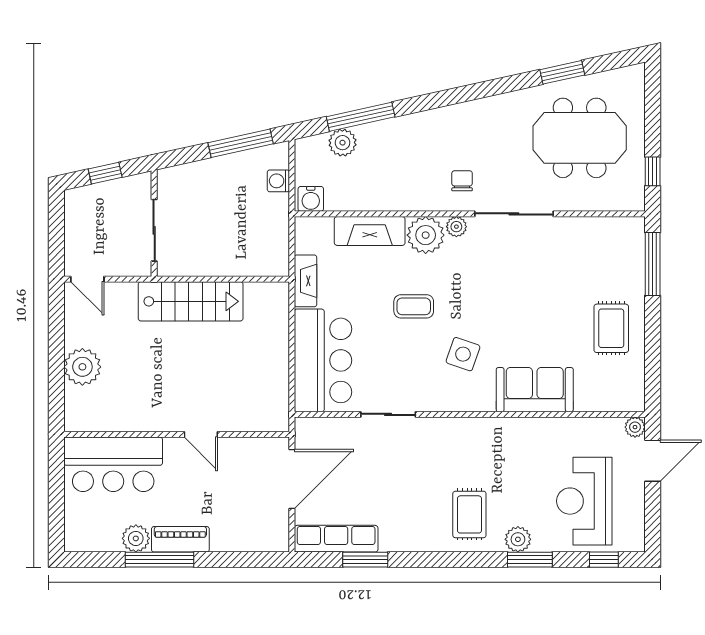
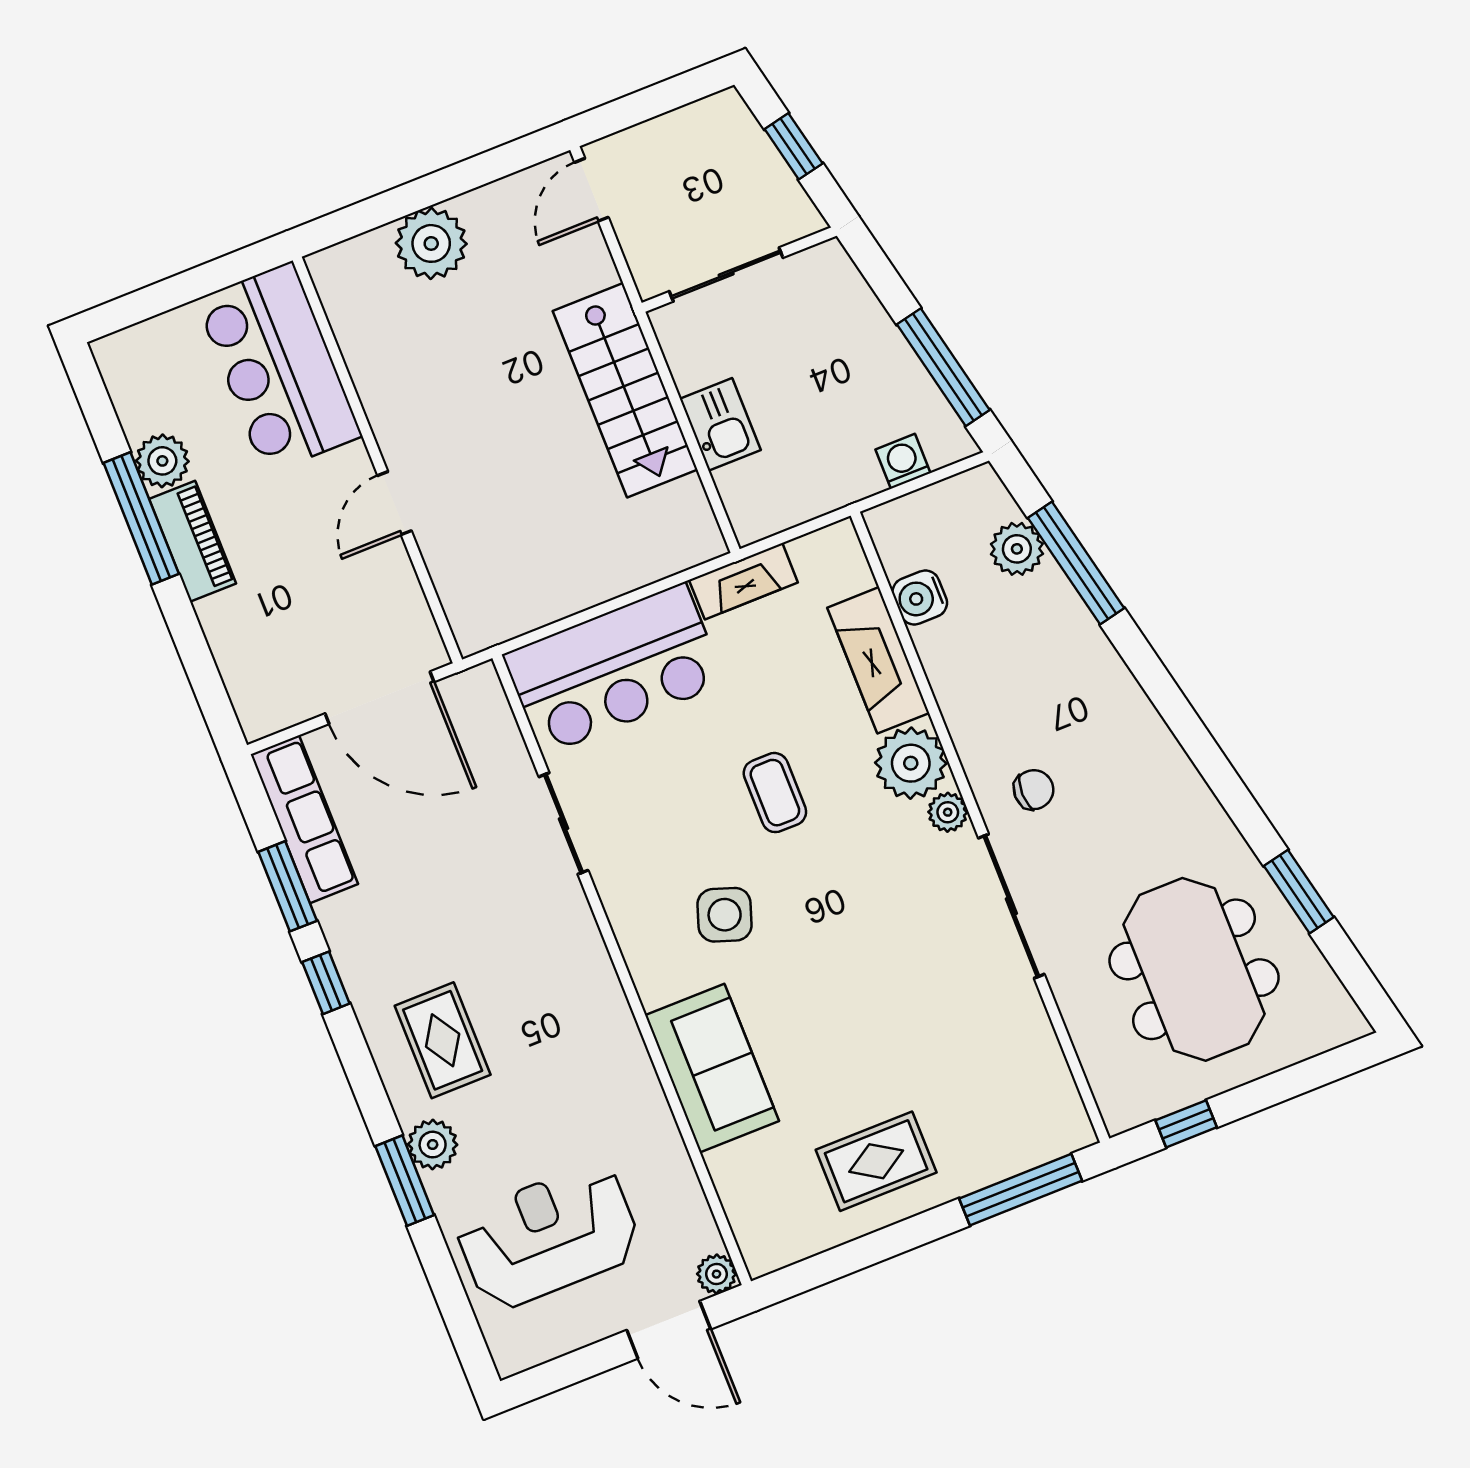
water cooler: (311, 199) -> (920, 597), moved
kitchen sink: (225, 262) -> (720, 424), added
rug: (469, 514) -> (443, 1040), turned 90
window: (604, 560) -> (326, 983), moved

